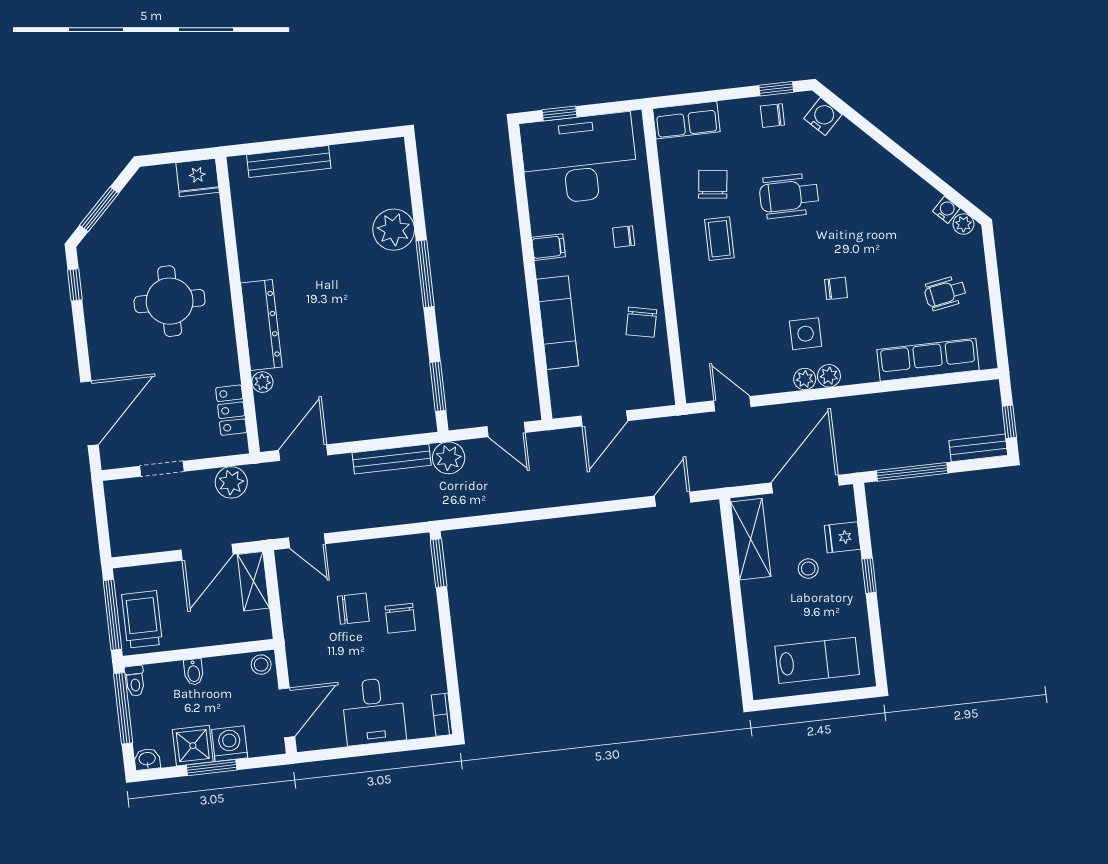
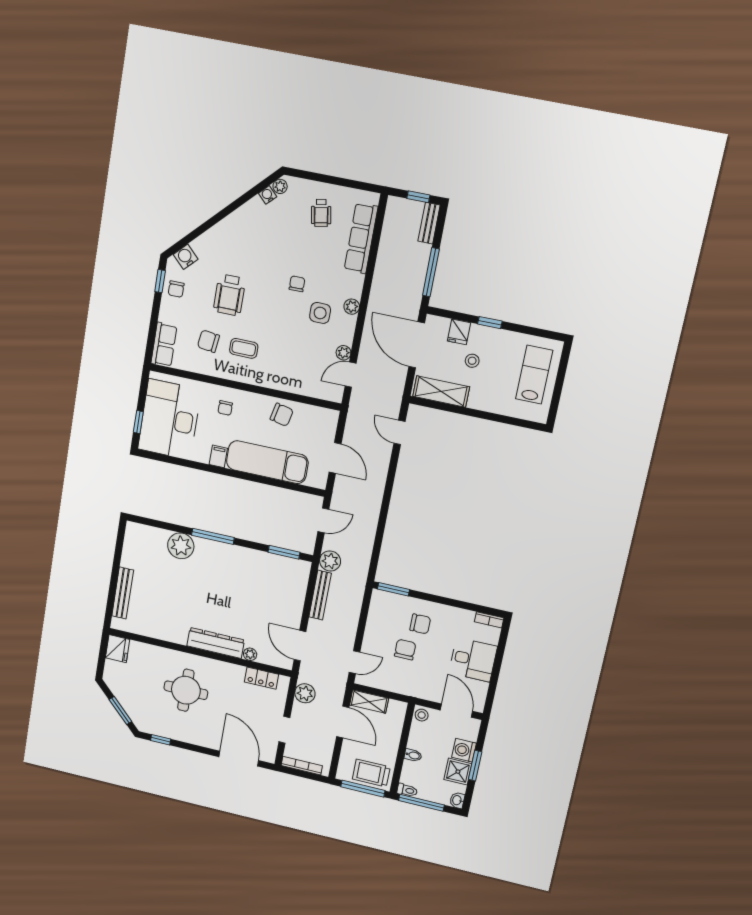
exam couch: (557, 323) -> (267, 462), width x1.36, depth x1.45
plant: (805, 379) -> (343, 353), moved
bookcase: (115, 512) -> (302, 766), added

